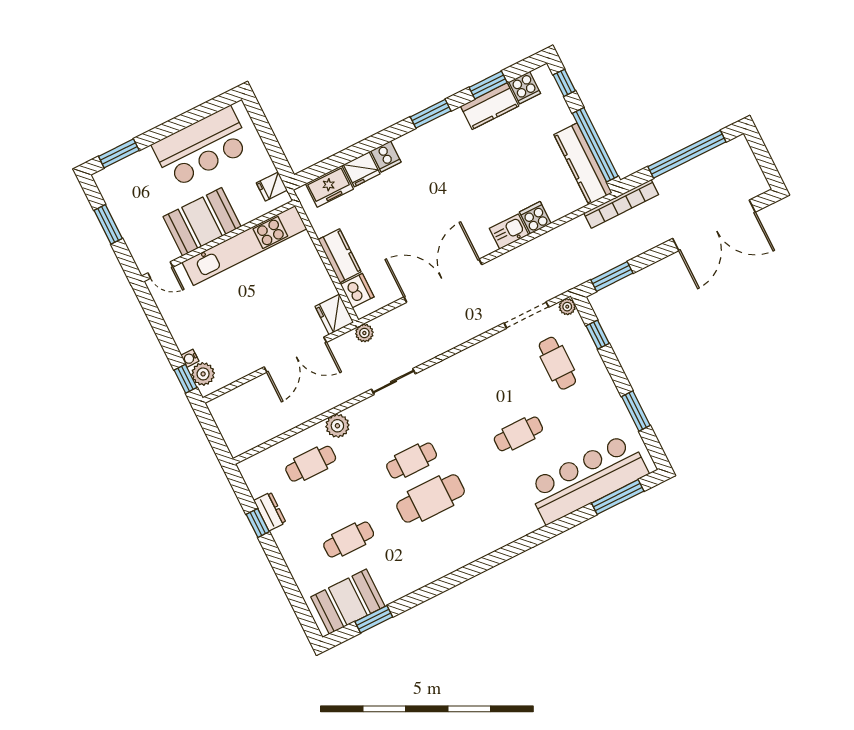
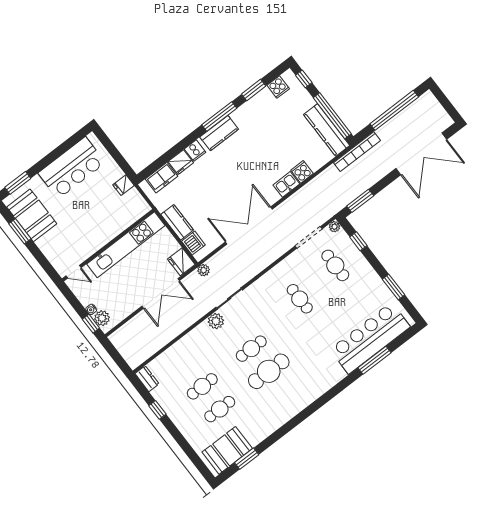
kitchen counter: (490, 106) -> (219, 133), moved
window: (431, 114) -> (219, 117), width x1.44
booth: (202, 222) -> (32, 215), moved, turned 90
wall: (218, 241) -> (108, 245), moved
kitchen unit: (244, 246) -> (126, 245), moved
door: (160, 270) -> (73, 272), moved
plant: (337, 426) -> (216, 321), moved
cafe table: (518, 434) -> (300, 299), moved, turned 90
cafe table: (311, 464) -> (202, 386), moved
window: (618, 497) -> (374, 360), moved
dresser: (270, 511) -> (147, 379), moved

